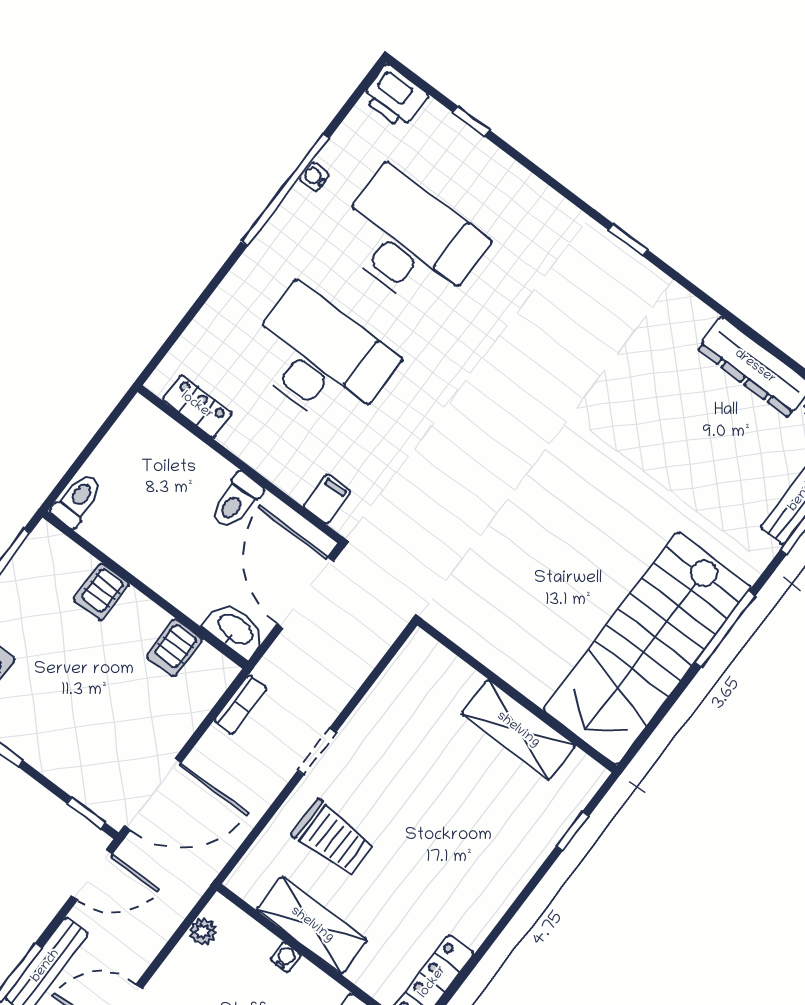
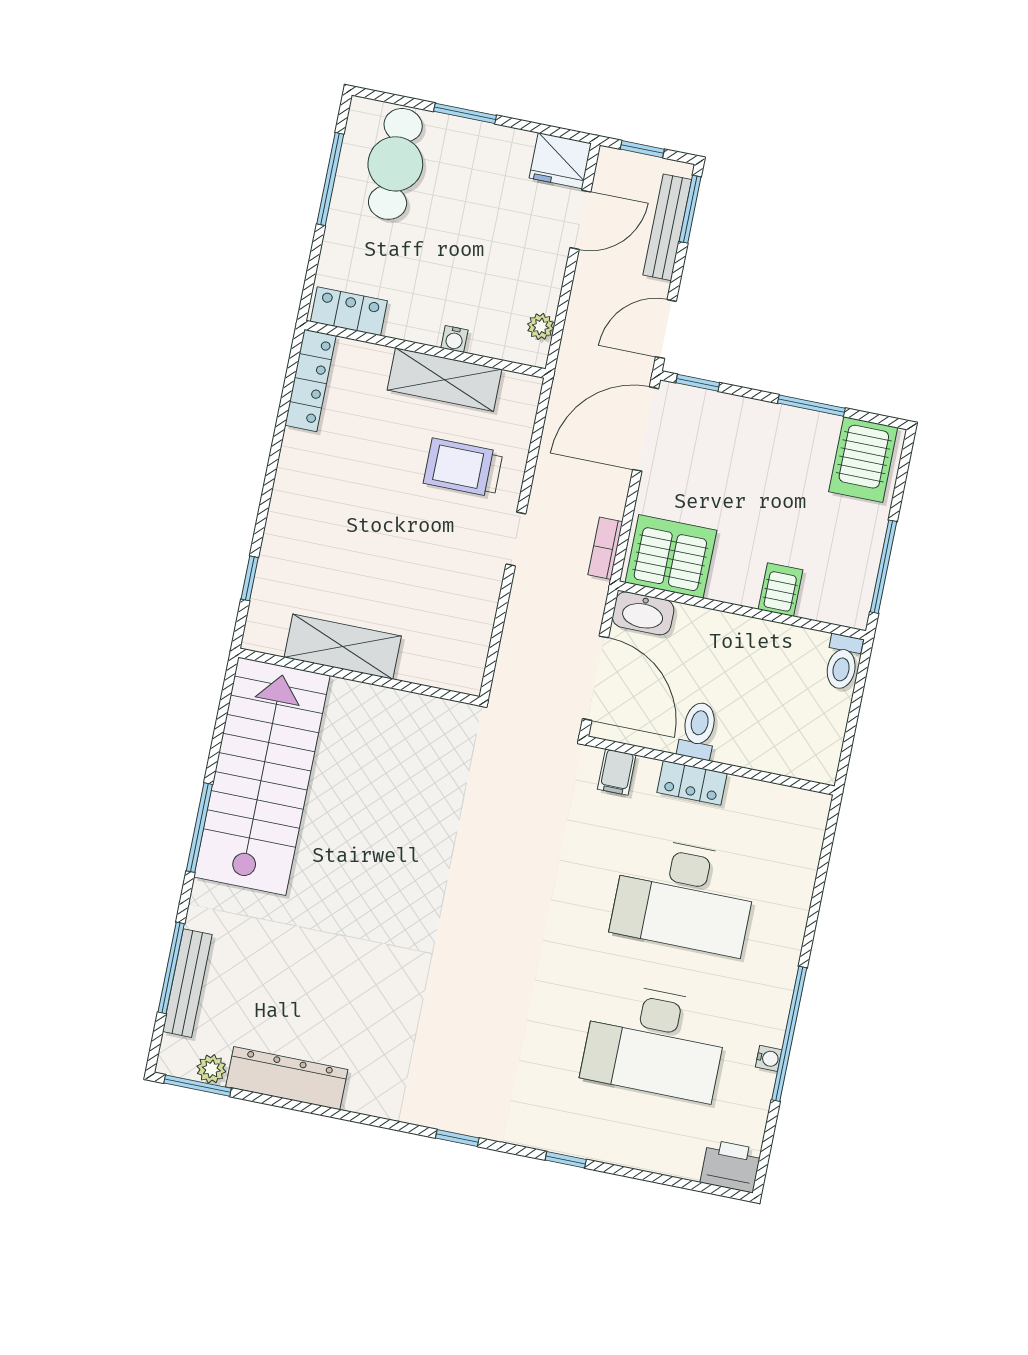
window: (471, 121) -> (566, 1160), moved
locker: (197, 406) -> (692, 783), moved
server rack: (175, 648) -> (671, 556), width x2.18, depth x1.44

